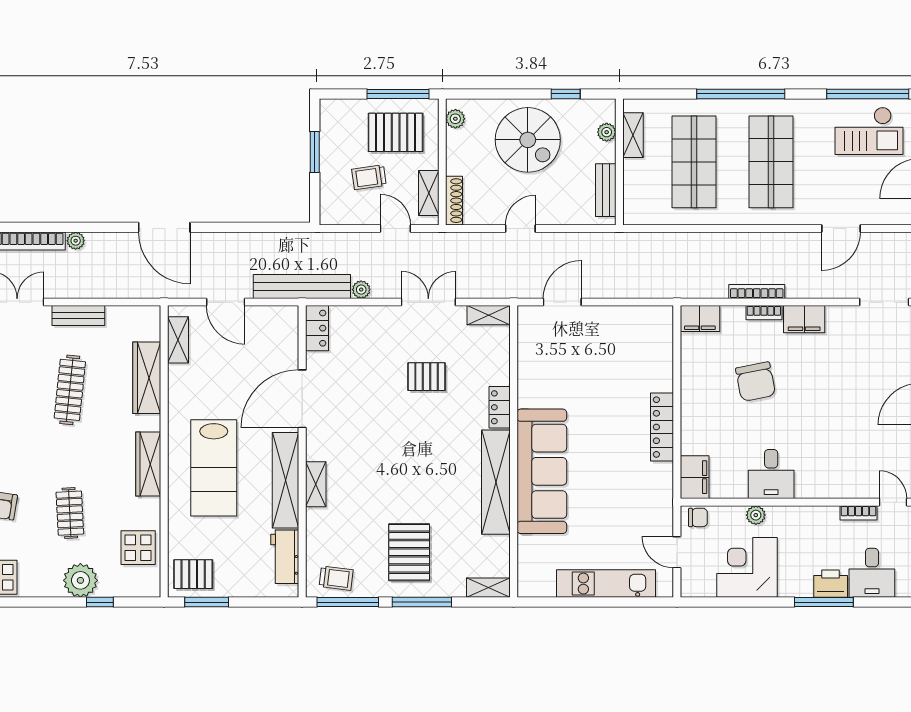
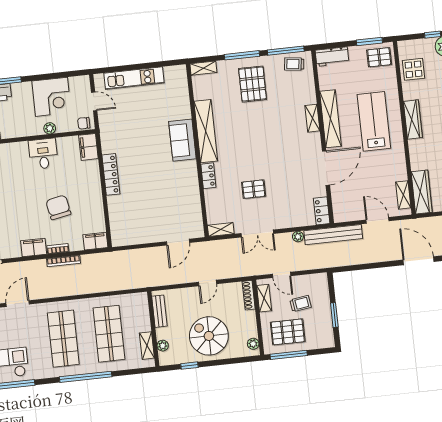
wardrobe: (147, 378) -> (422, 192), moved
sofa: (542, 471) -> (182, 140), width x0.54, depth x0.79
workbench: (285, 557) -> (332, 57), moved, turned 90

